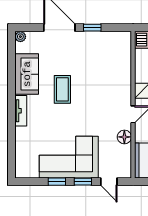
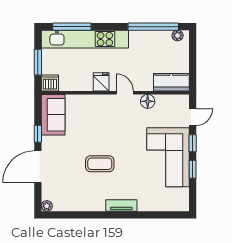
sofa: (27, 74) -> (53, 115), moved, turned 90

